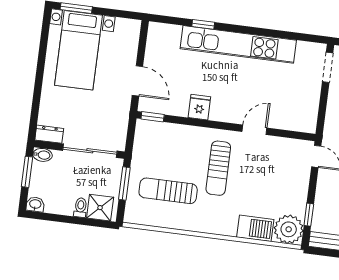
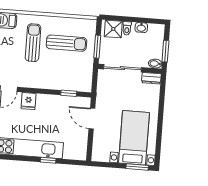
fridge: (199, 107) -> (29, 101), moved
window: (153, 117) -> (69, 93), moved
sun lounger: (218, 168) -> (33, 43), moved
washbasin: (35, 204) -> (141, 28), moved

